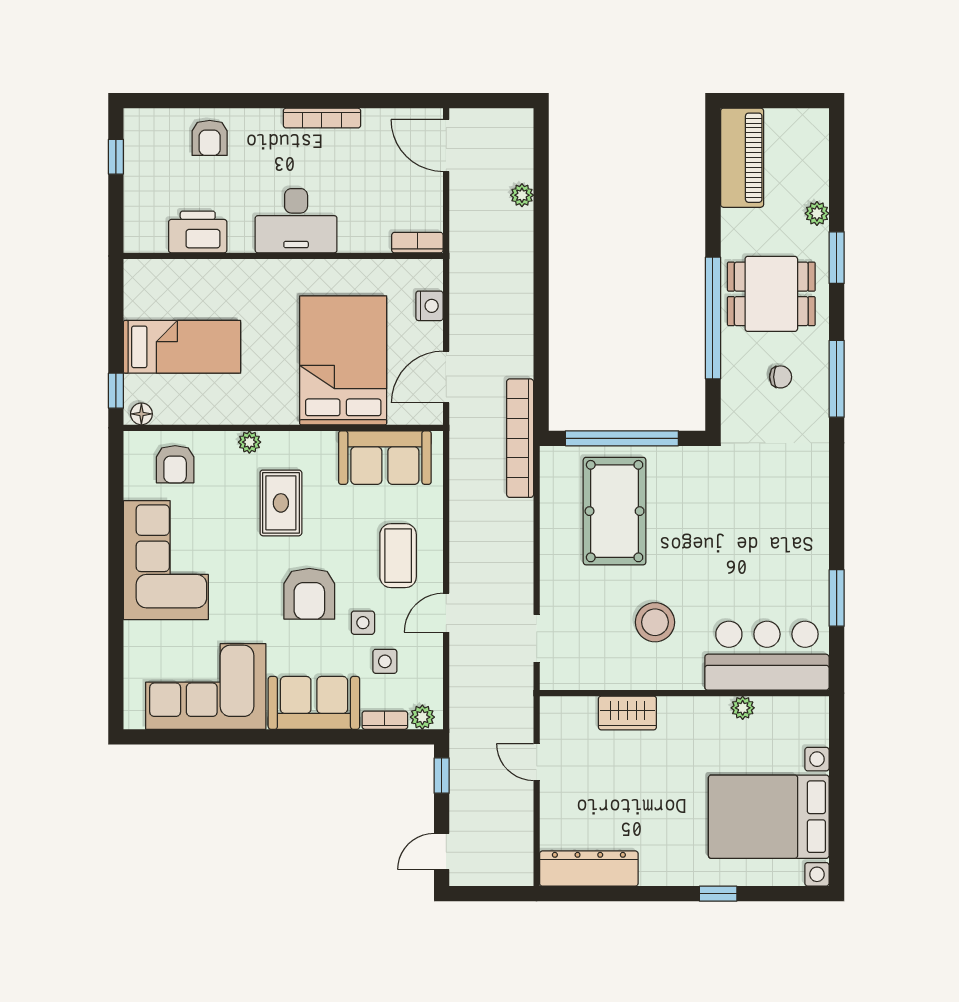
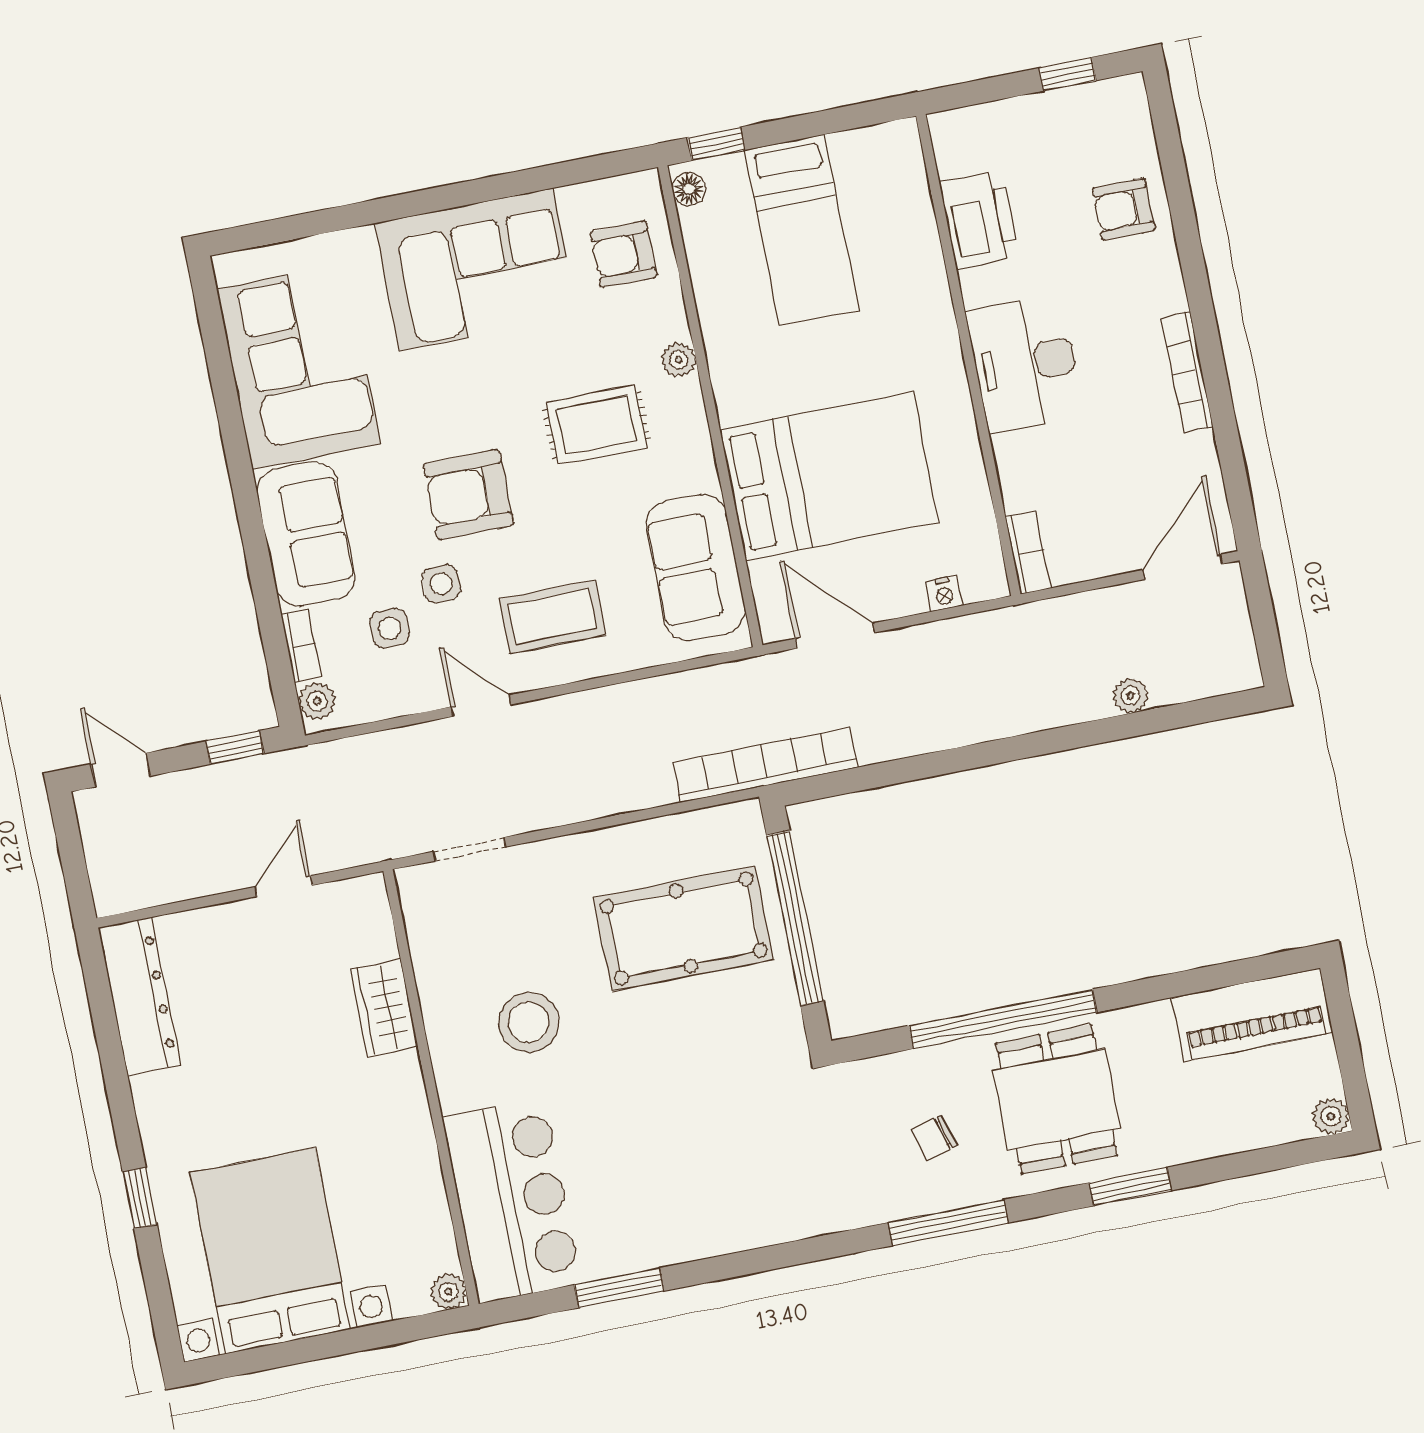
plant: (817, 213) -> (1331, 1116), moved
nightstand: (429, 306) -> (944, 594), width x0.72, depth x0.74
chair: (781, 377) -> (934, 1138), turned 73
plant: (743, 708) -> (448, 1292), moved

